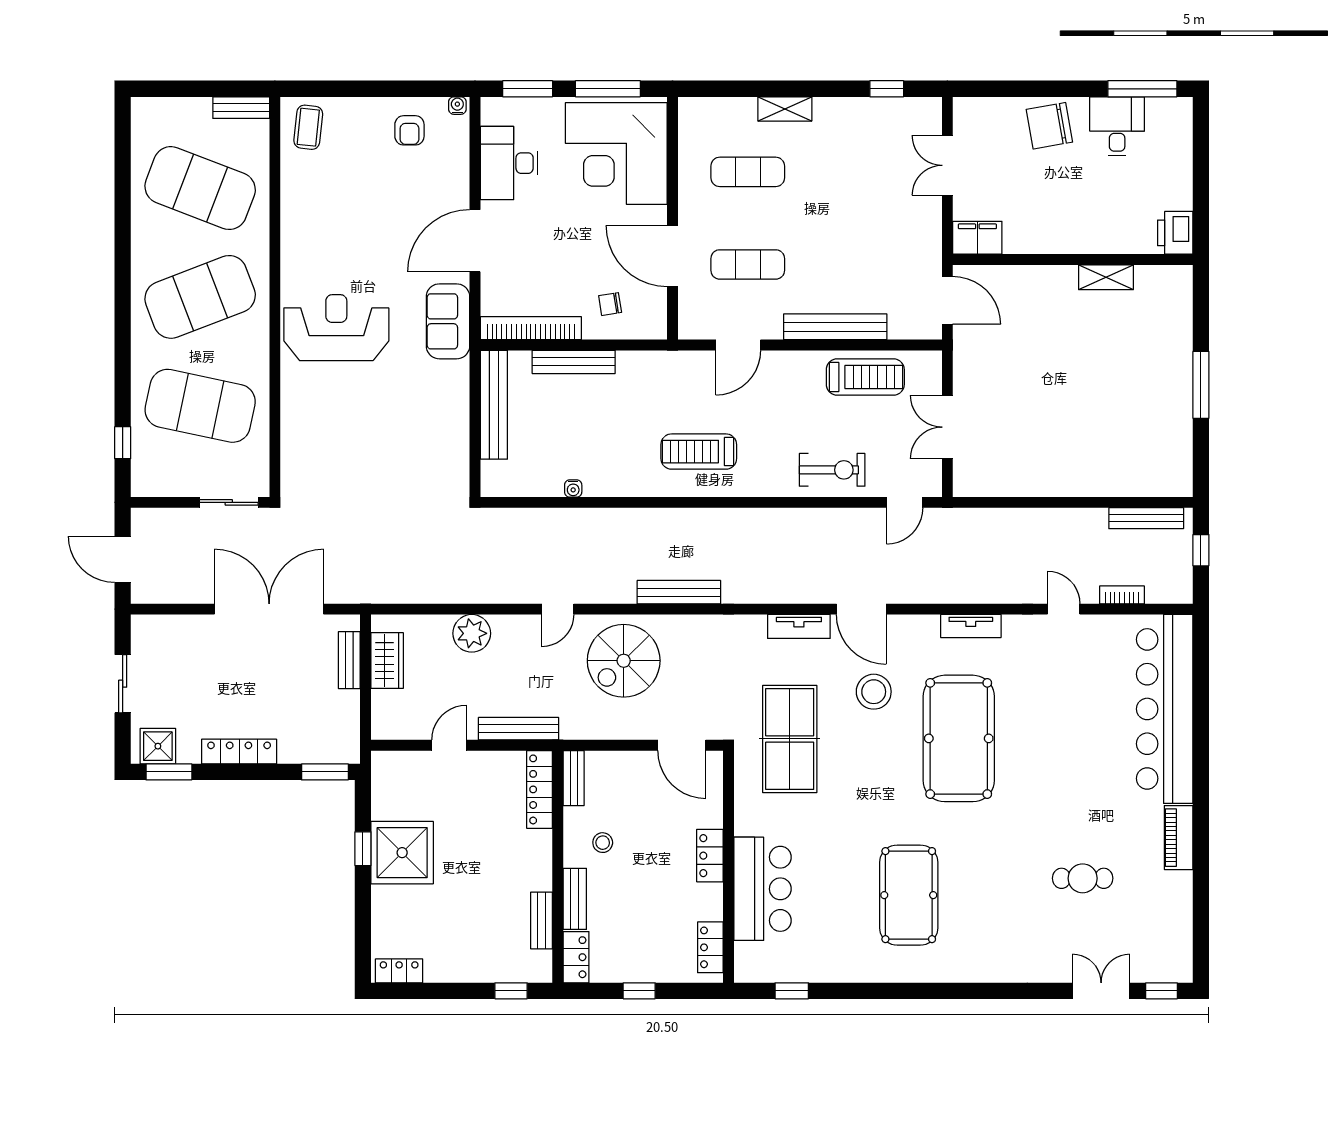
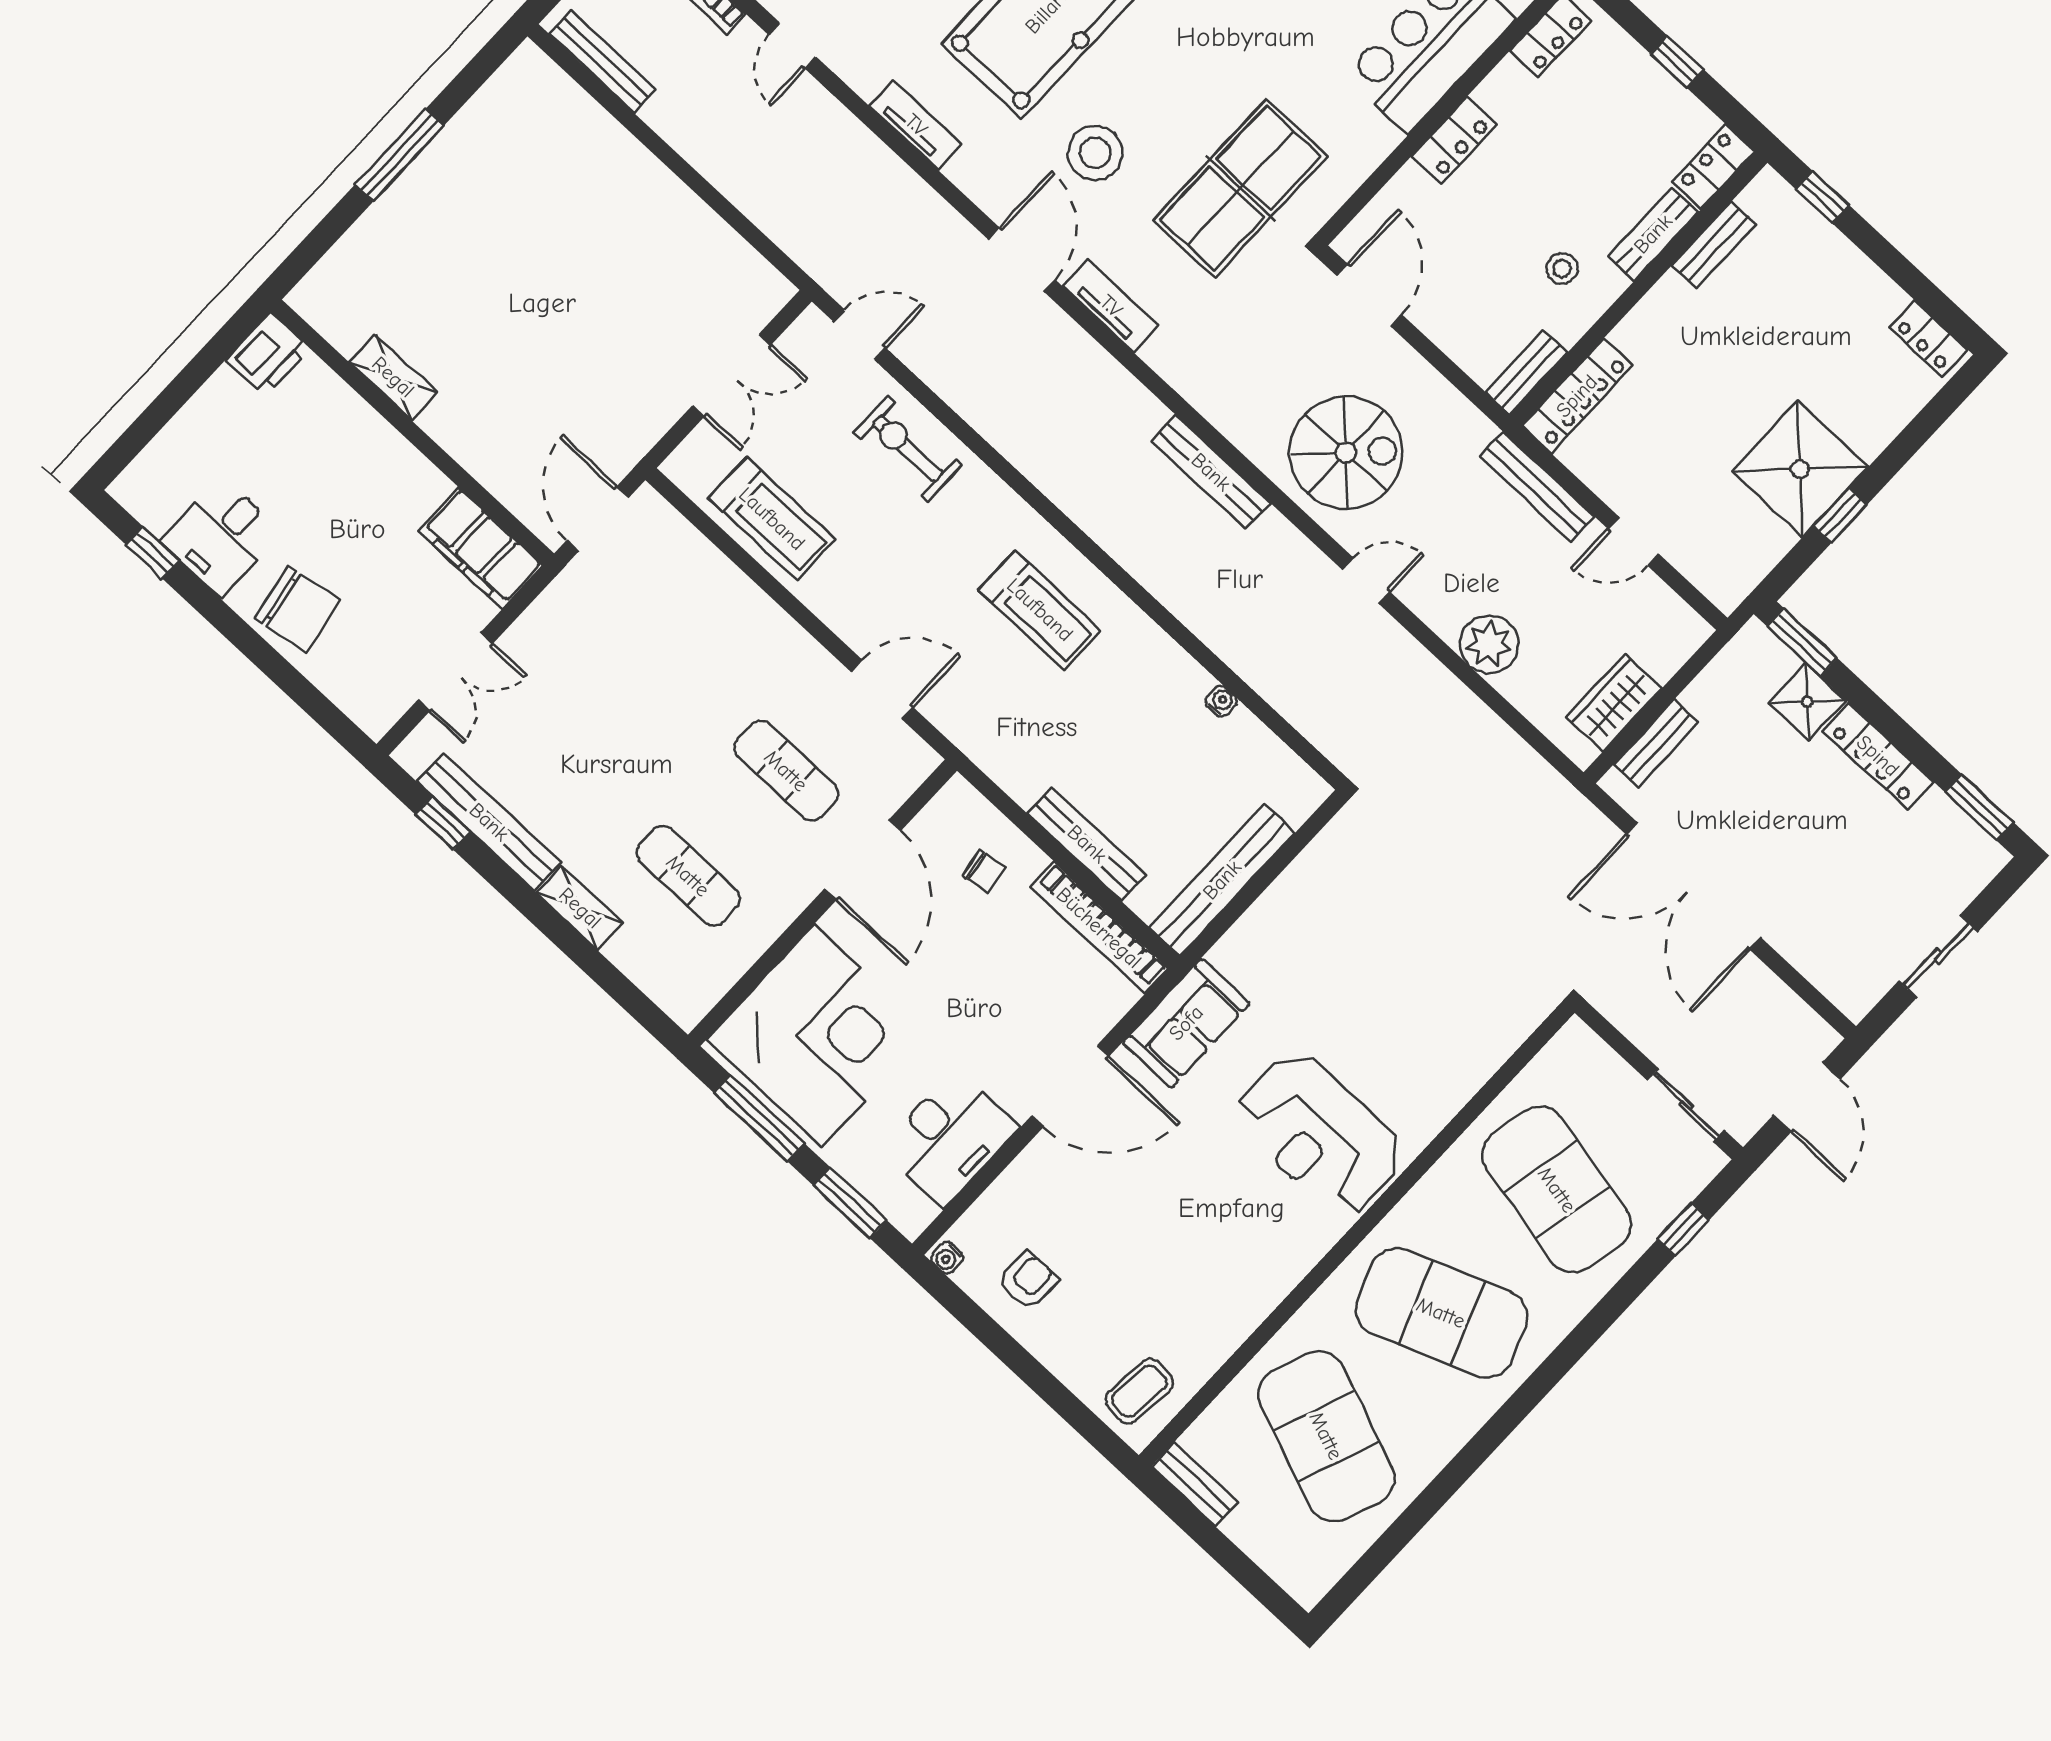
window: (1142, 89) -> (153, 553), width x0.46
filing cabinet: (977, 238) -> (481, 548), width x1.50, depth x1.17
bench: (835, 327) -> (489, 822), moved
treadmill: (865, 377) -> (772, 519), turned 180
sliding door: (229, 502) -> (1686, 1105), moved
shower: (158, 746) -> (1807, 702), moved

